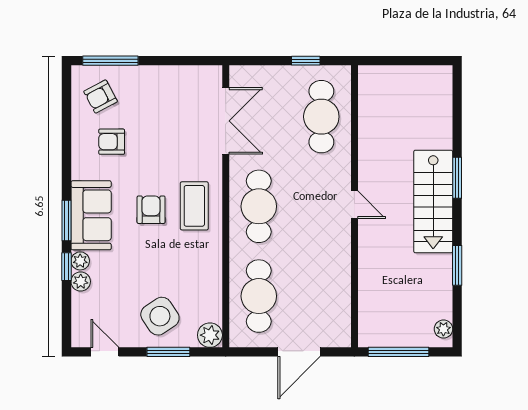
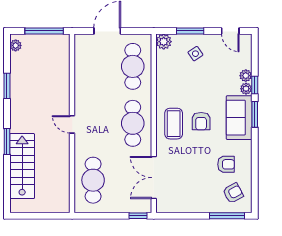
window: (306, 61) -> (138, 216), moved
stairs: (433, 201) -> (22, 166), moved
side table: (160, 316) -> (195, 54), width x0.54, depth x0.54

